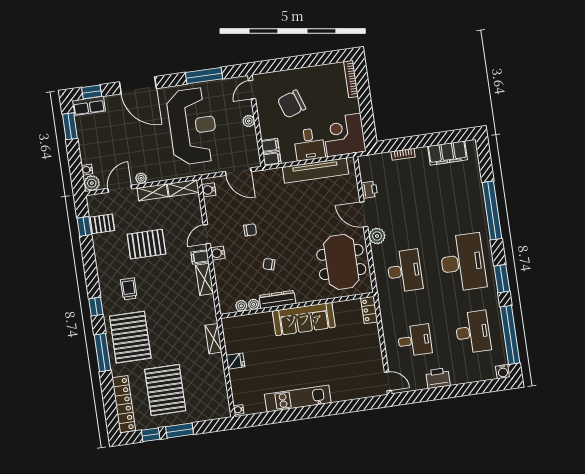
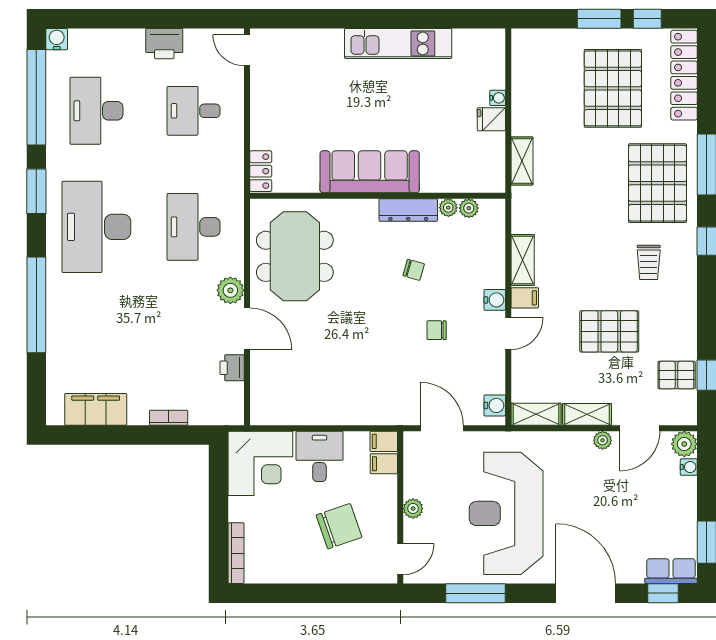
tv unit: (315, 171) -> (316, 412), removed
water cooler: (239, 410) -> (498, 98), moved

